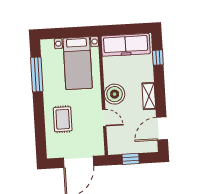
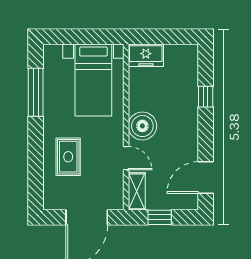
freezer: (126, 45) -> (146, 55), width x0.52, depth x0.79
window: (158, 58) -> (206, 97), moved
shelving: (149, 96) -> (137, 191), moved

